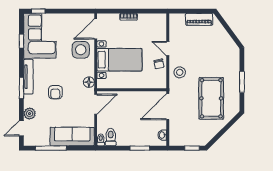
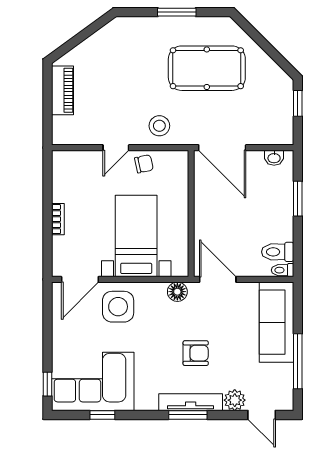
door: (96, 29) -> (80, 279), hinge flipped
tv unit: (28, 77) -> (191, 402), moved

